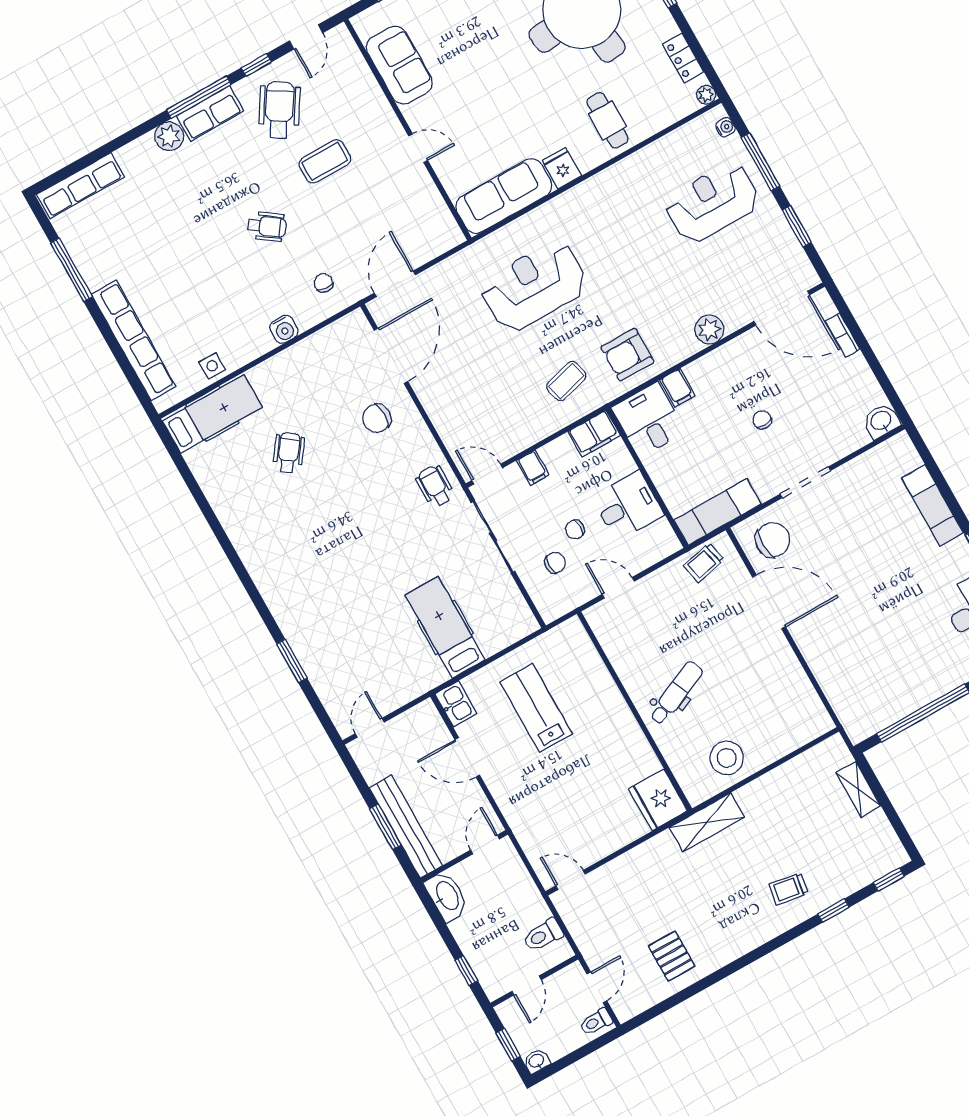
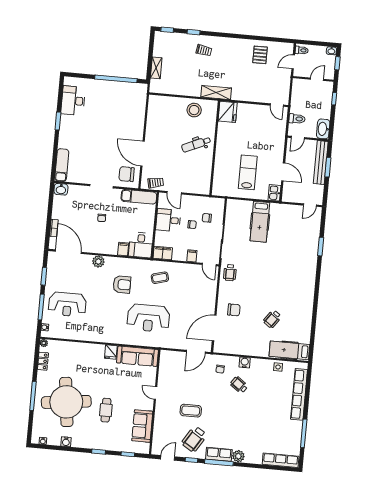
cafe table: (607, 120) -> (106, 410), moved
wheelchair: (267, 226) -> (239, 385), moved
armchair: (627, 355) -> (122, 285), moved
exam couch: (933, 505) -> (62, 165), moved
door: (618, 588) -> (174, 193), moved
lab bench: (536, 708) -> (248, 172), turned 180
toilet: (543, 935) -> (297, 119), moved

